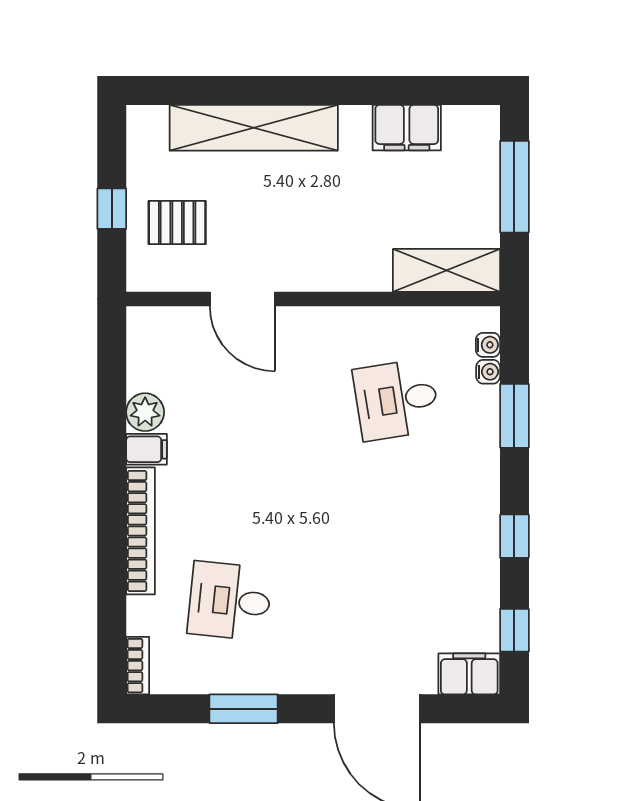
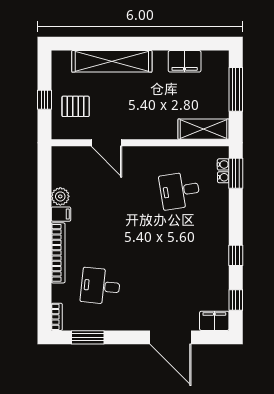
window: (514, 416) -> (236, 173), moved
window: (244, 709) -> (88, 337), moved

